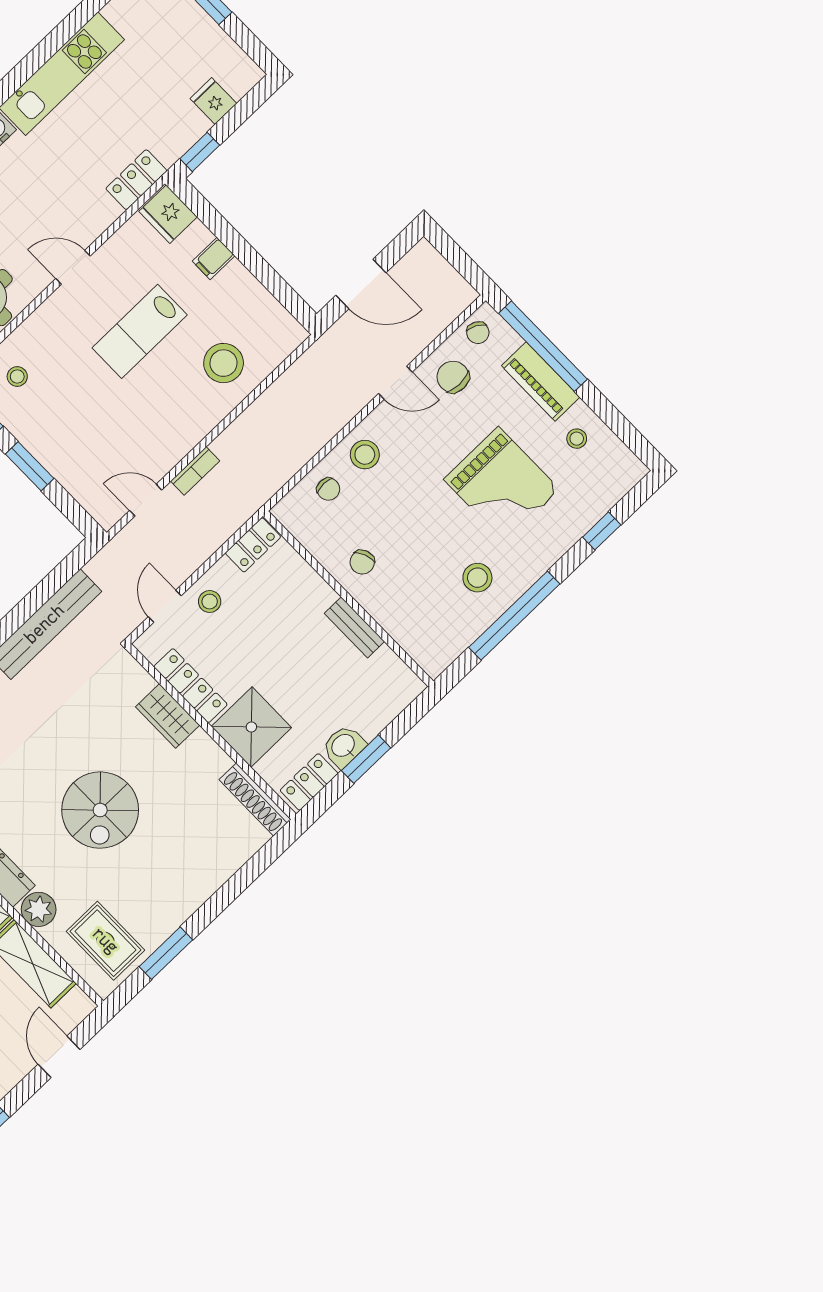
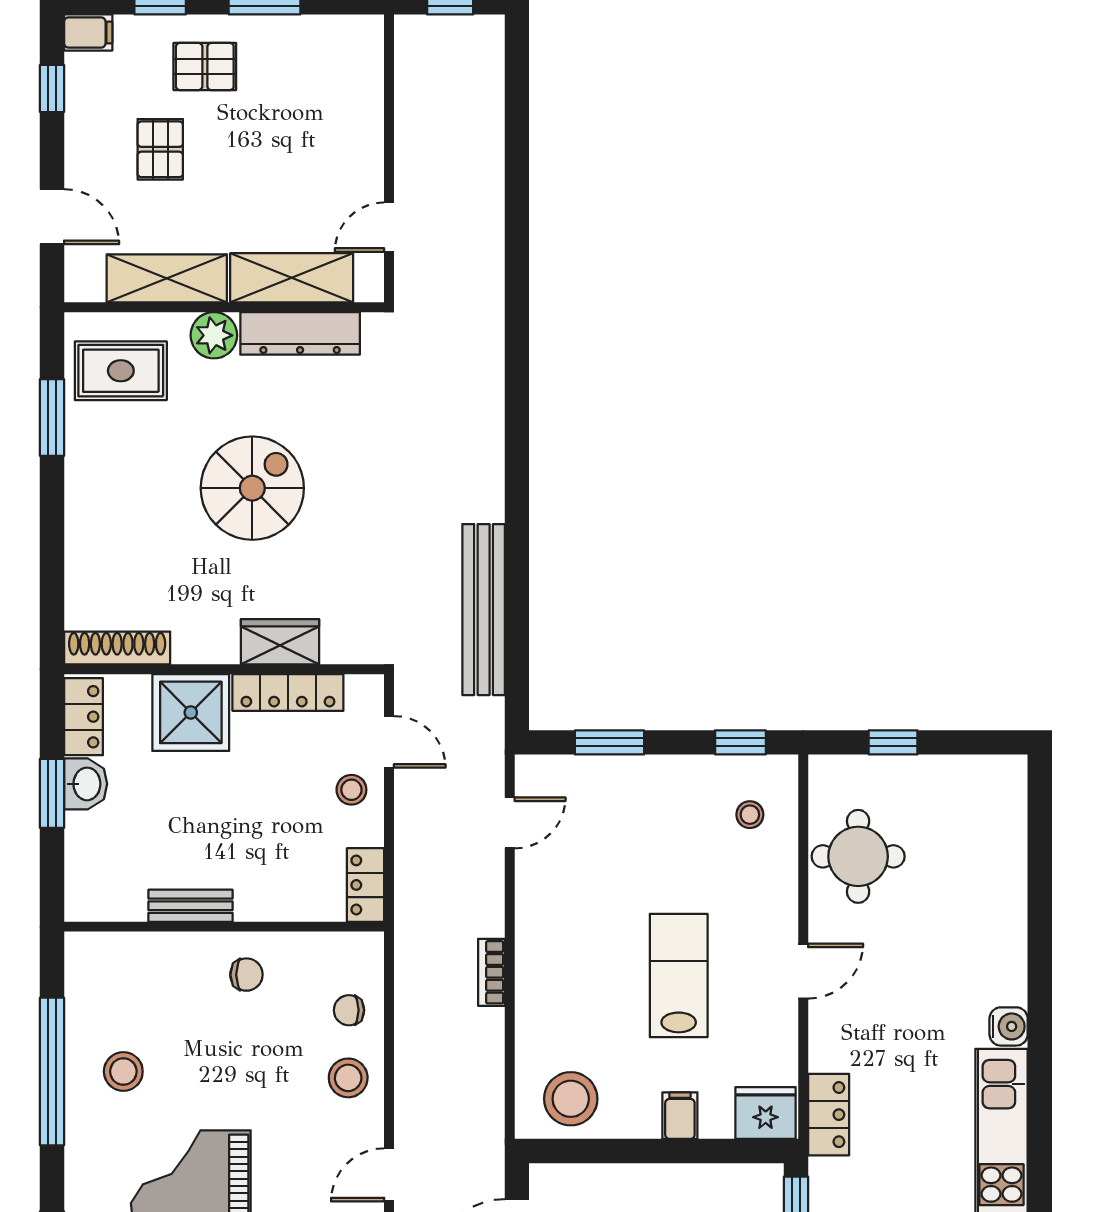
stool: (224, 363) -> (571, 1099), moved
window: (30, 466) -> (610, 742), moved
bookcase: (195, 471) -> (491, 972), moved
chair: (362, 562) -> (246, 975), turned 112
spiral stairs: (100, 810) -> (252, 488), turned 90

